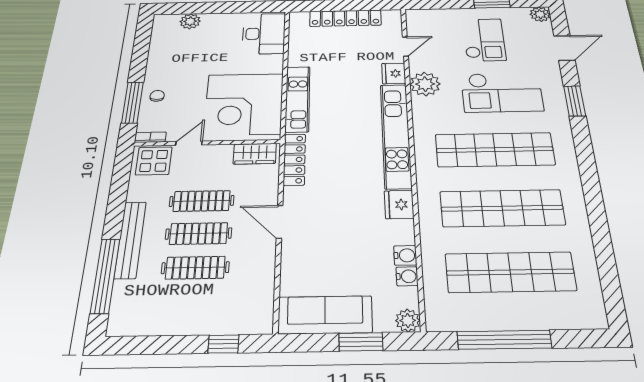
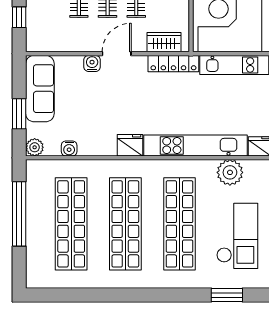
plant: (425, 84) -> (230, 172), moved
checkout: (502, 92) -> (237, 236), turned 180
wardrobe: (255, 154) -> (164, 42), moved, turned 90
water cooler: (405, 255) -> (92, 63), moved, turned 180

